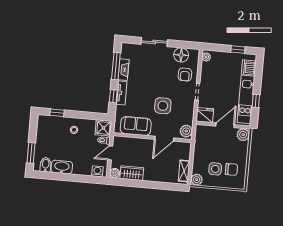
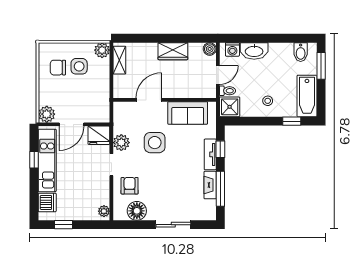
bathtub: (44, 131) -> (307, 96), added
plant: (186, 131) -> (121, 143), moved
washbasin: (62, 167) -> (254, 51), moved
wardrobe: (132, 173) -> (173, 51), moved

